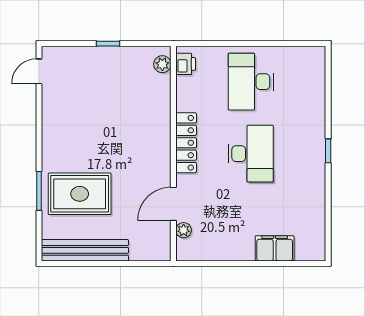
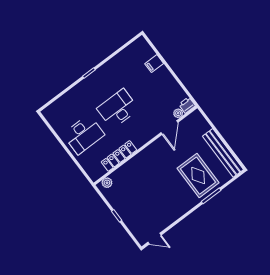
printer: (186, 64) -> (187, 105), moved
locker: (186, 143) -> (119, 156), moved
door: (173, 204) -> (169, 127), hinge flipped
filing cabinet: (275, 248) -> (154, 64), width x0.50

